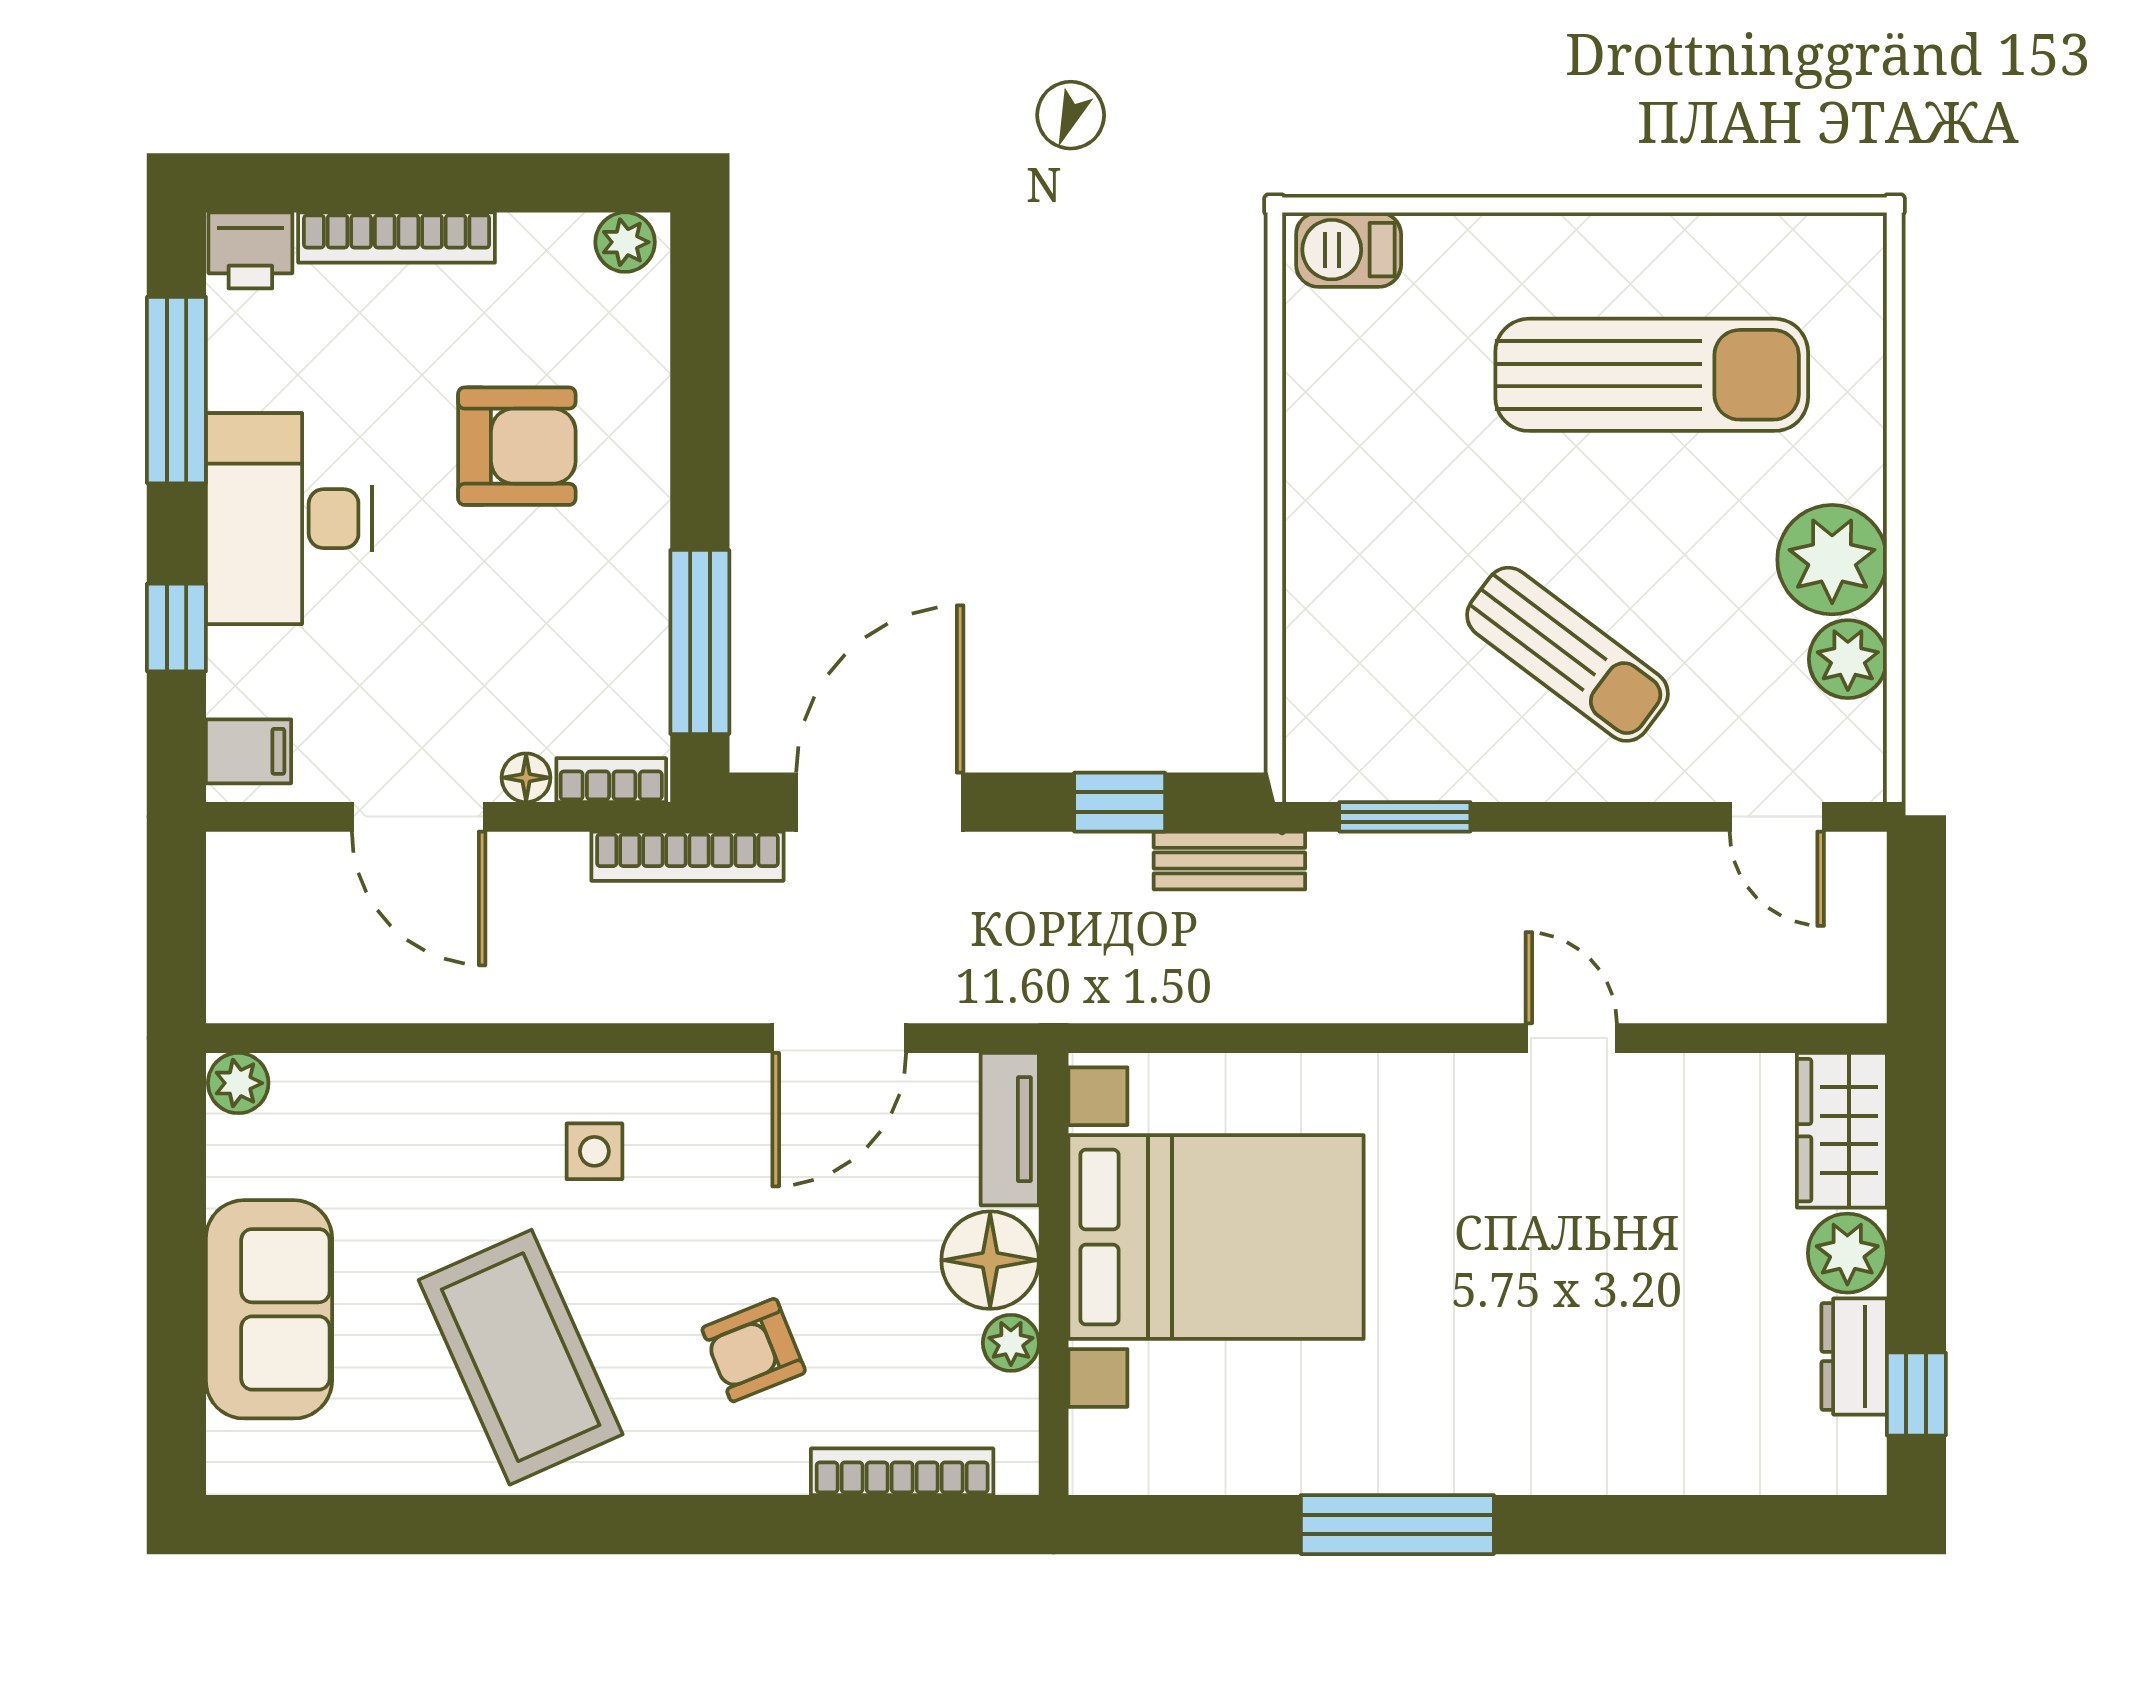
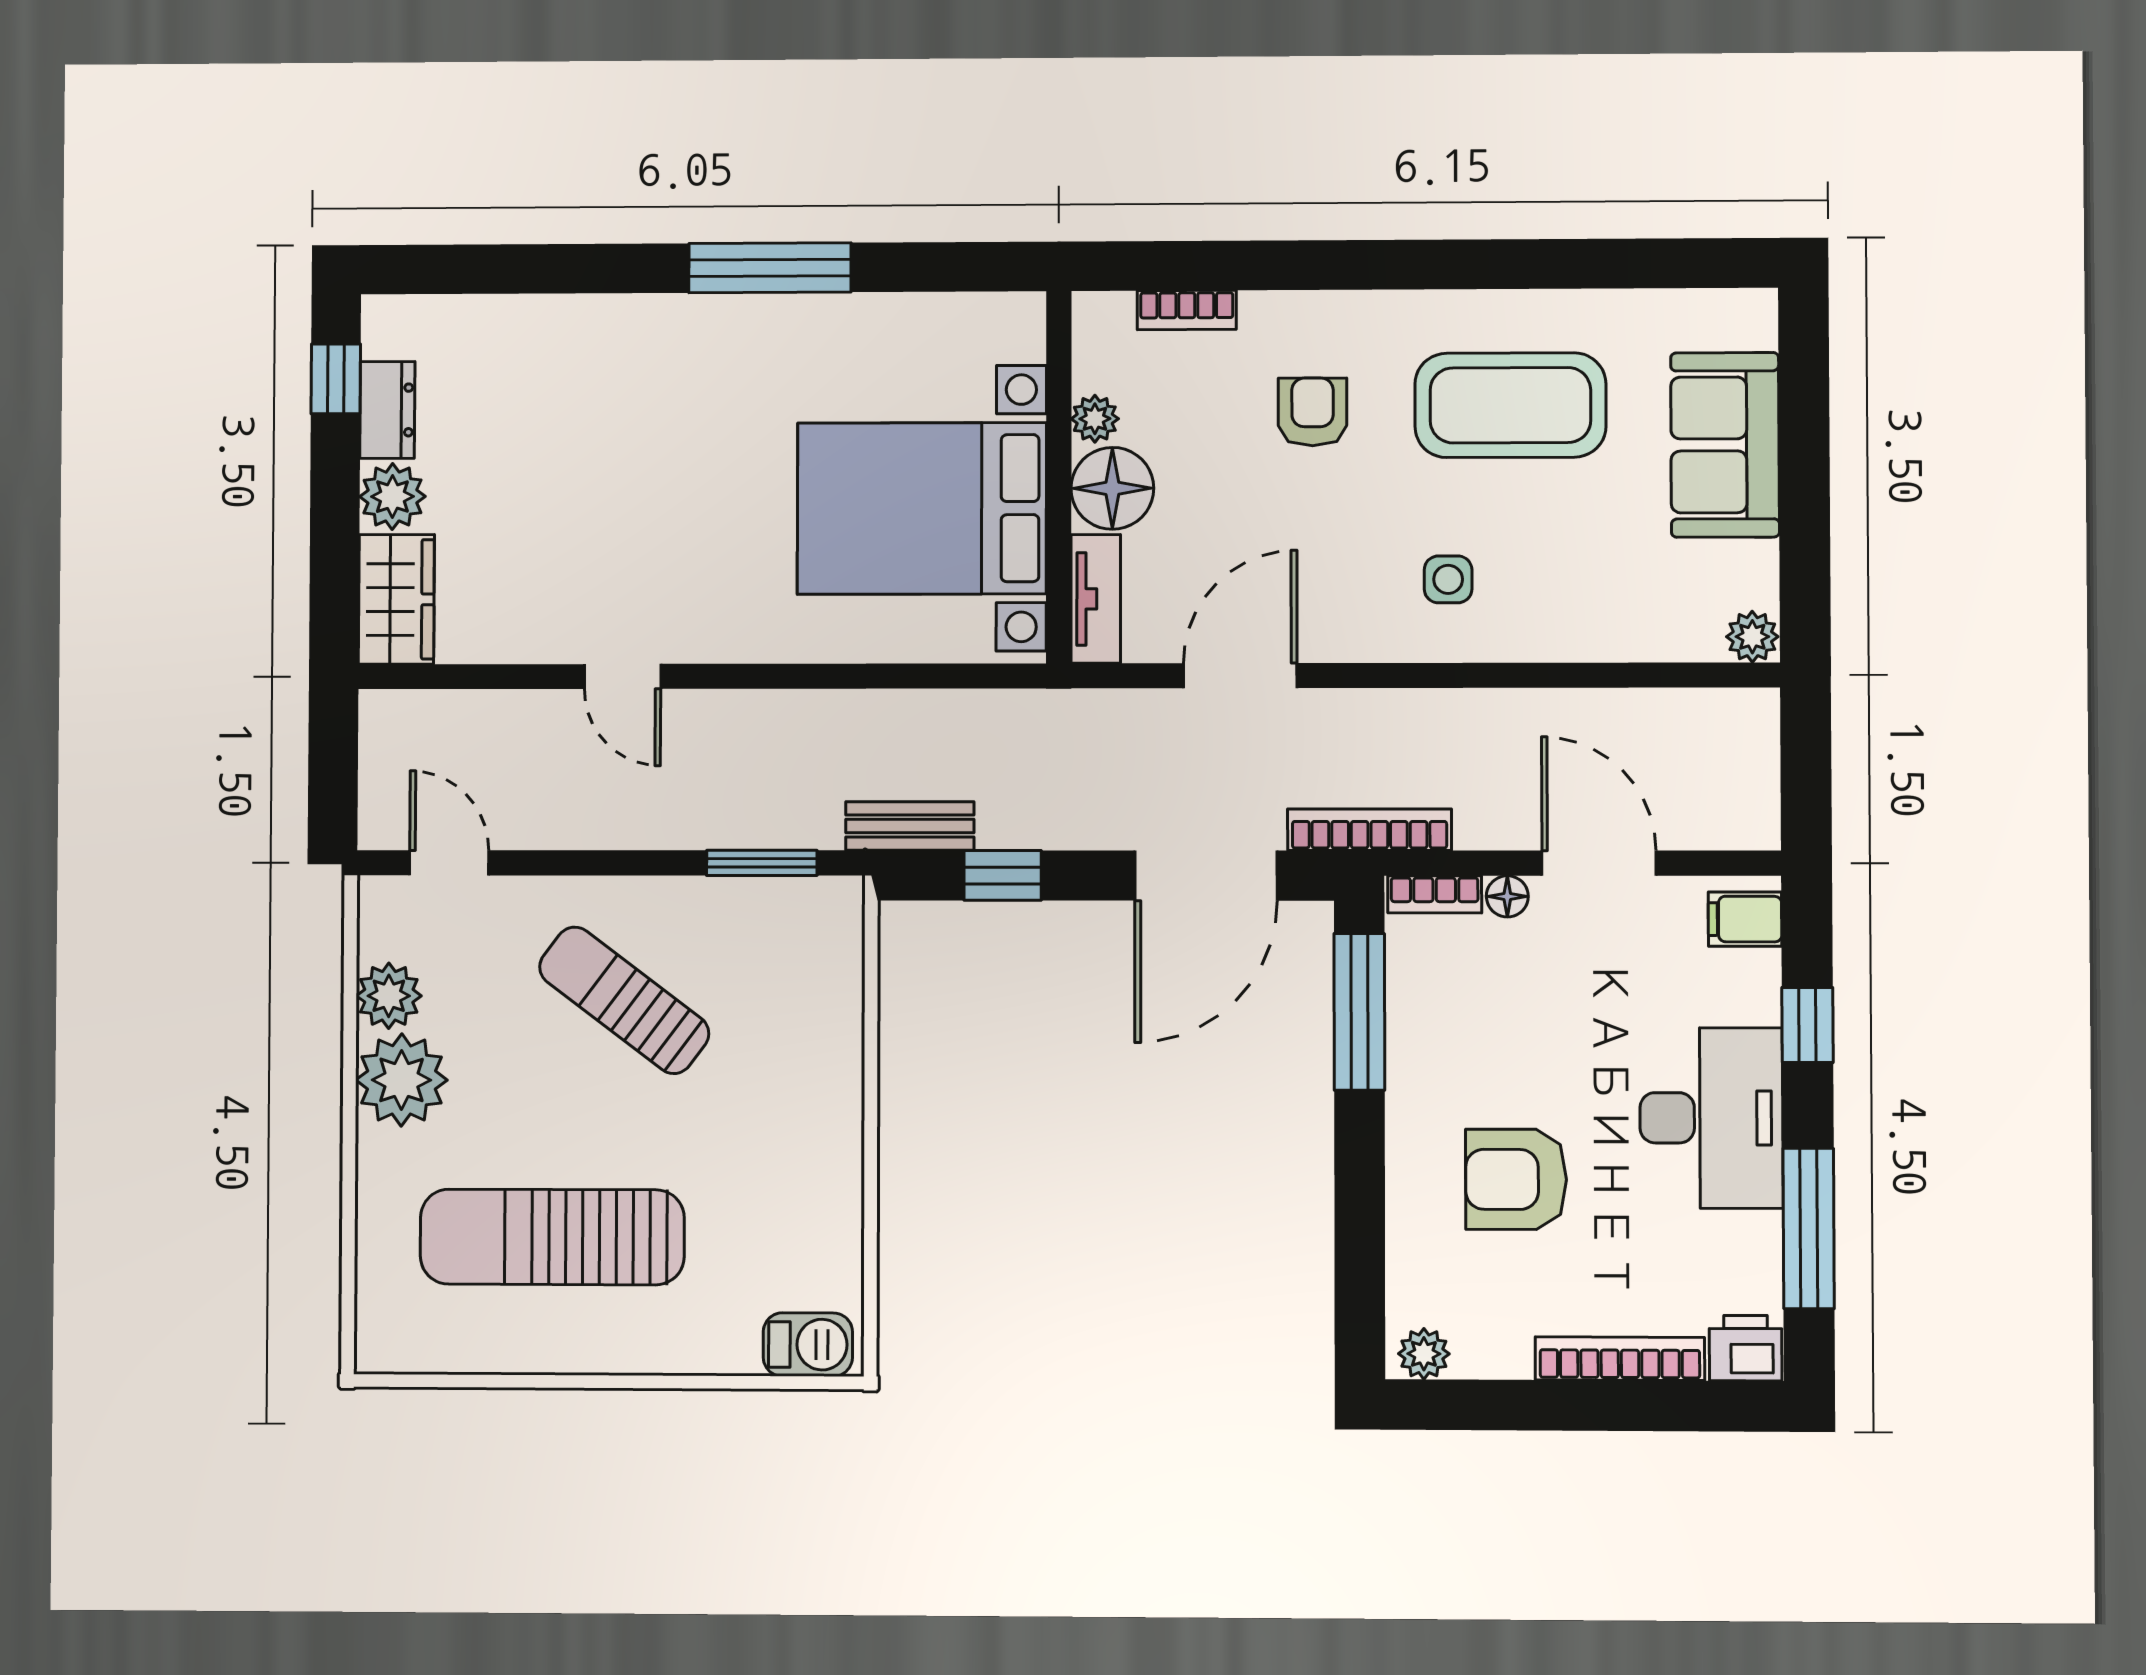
armchair: (754, 1350) -> (1313, 412), turned -68
coffee table: (521, 1357) -> (1510, 405), turned -66
bookcase: (902, 1472) -> (1187, 310), width x0.64

